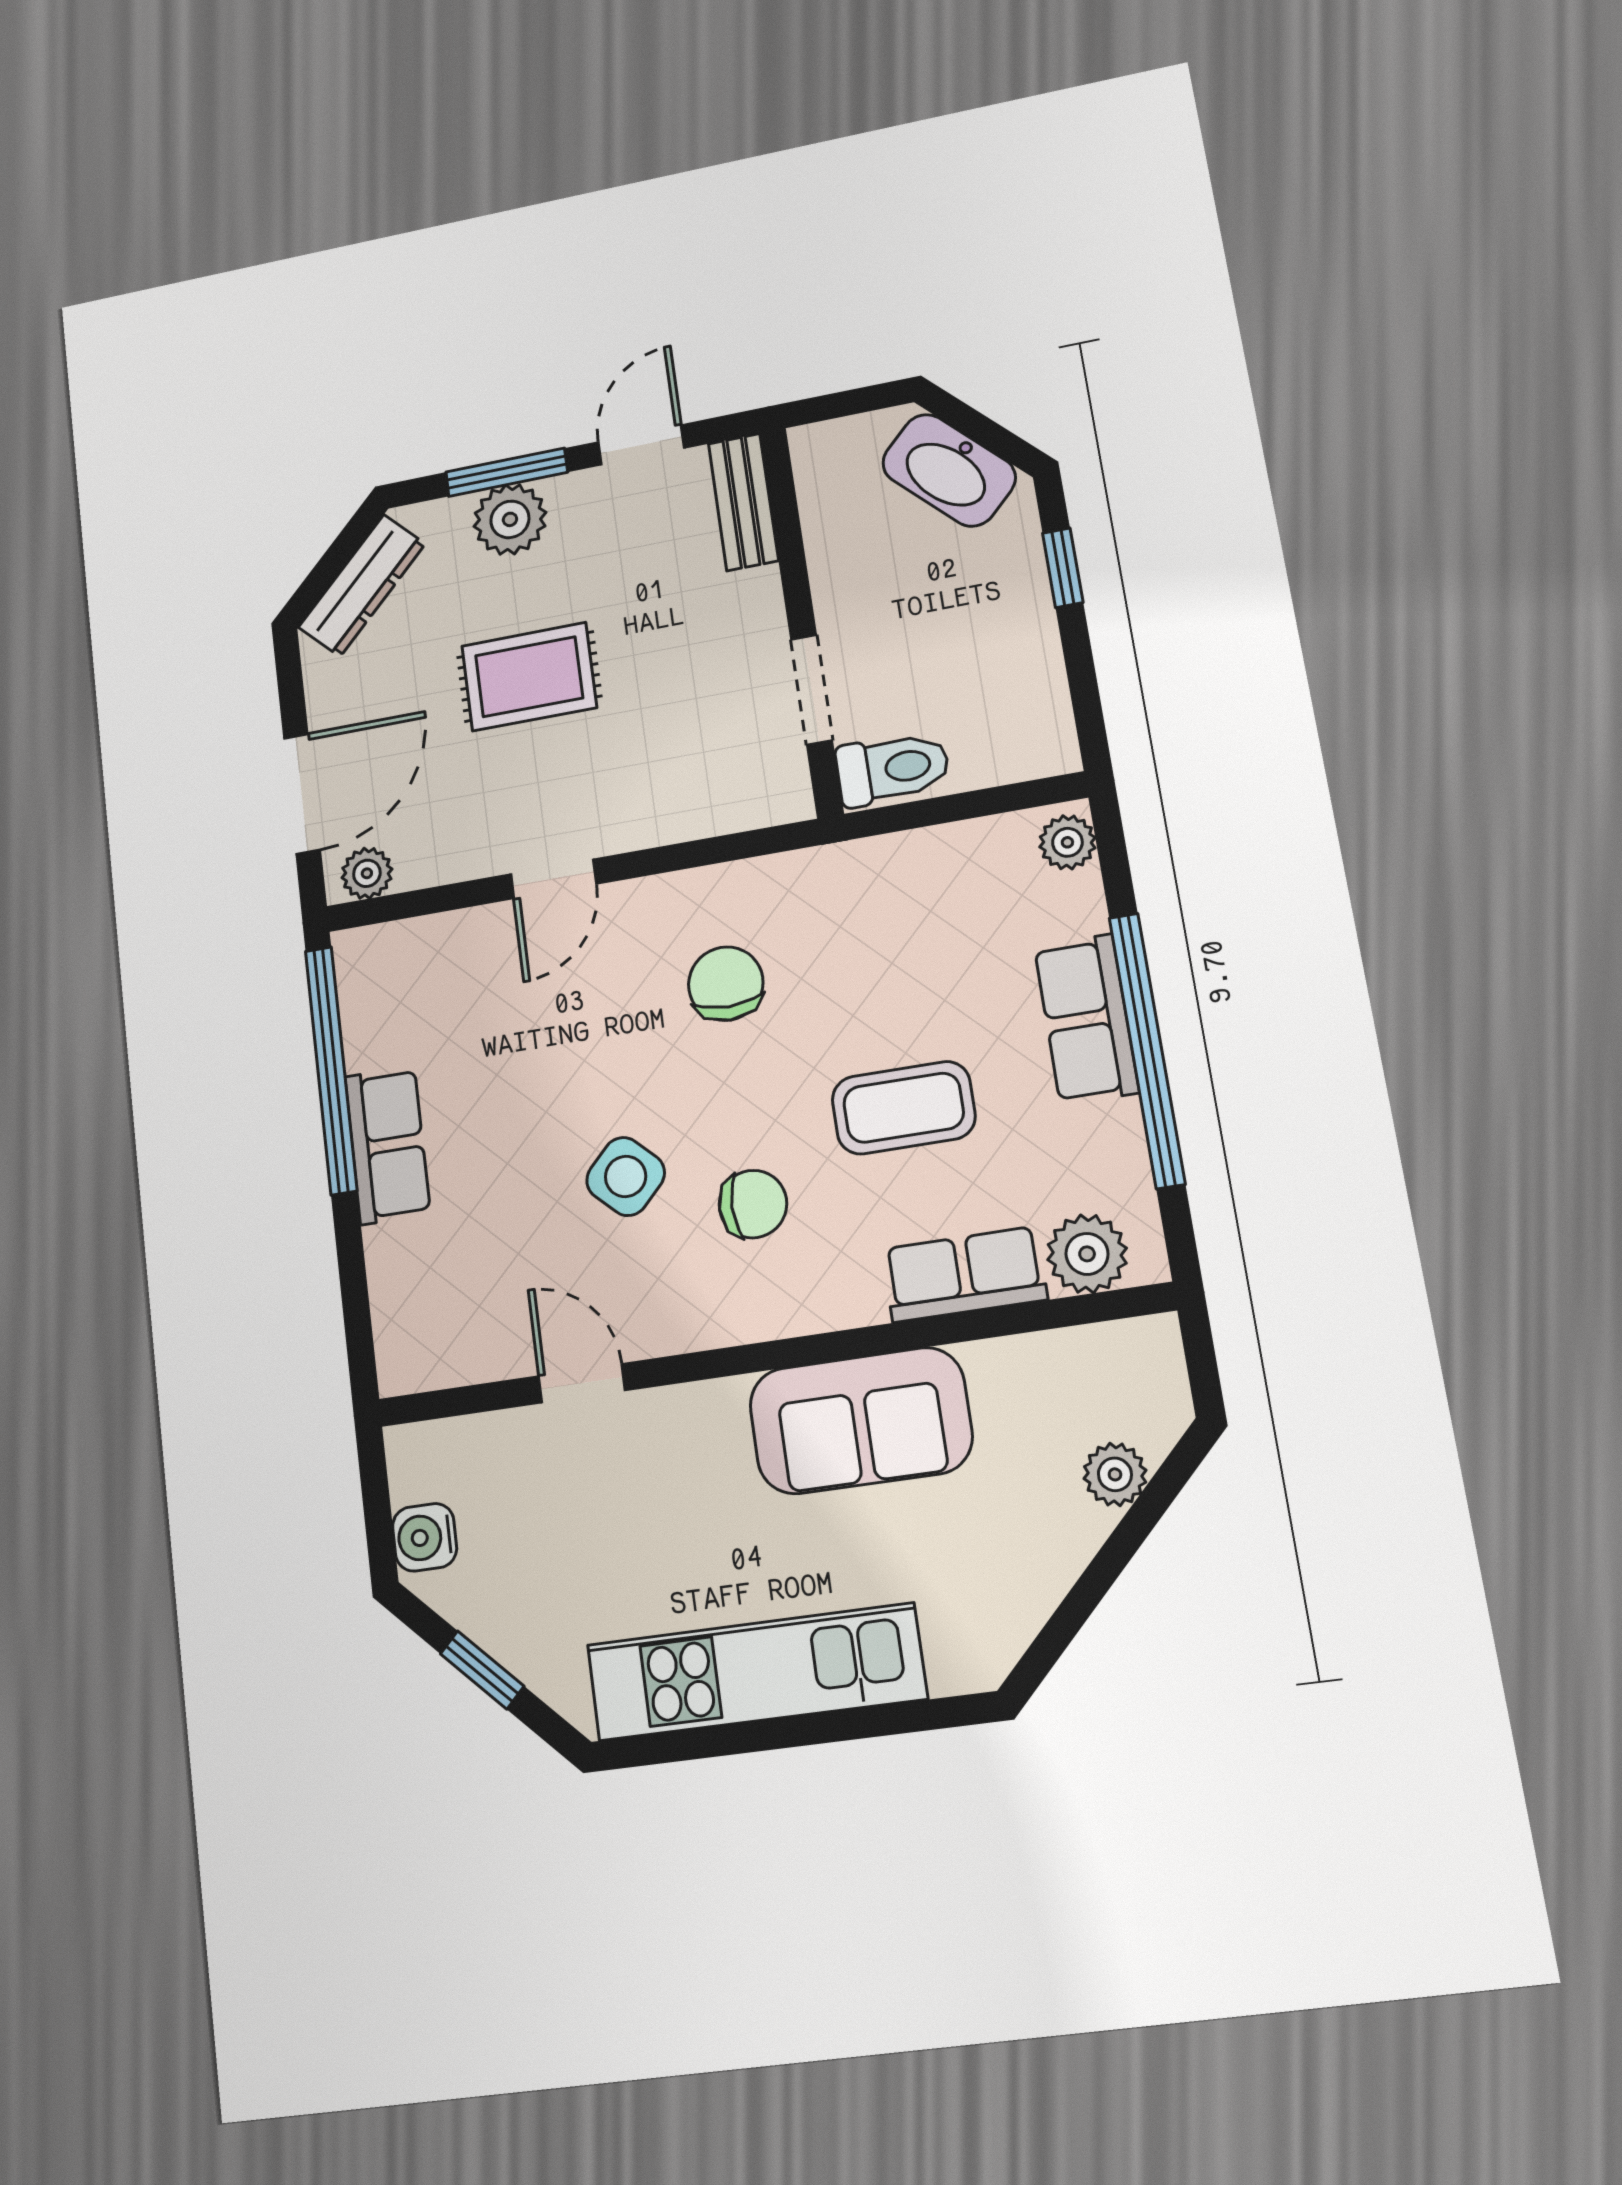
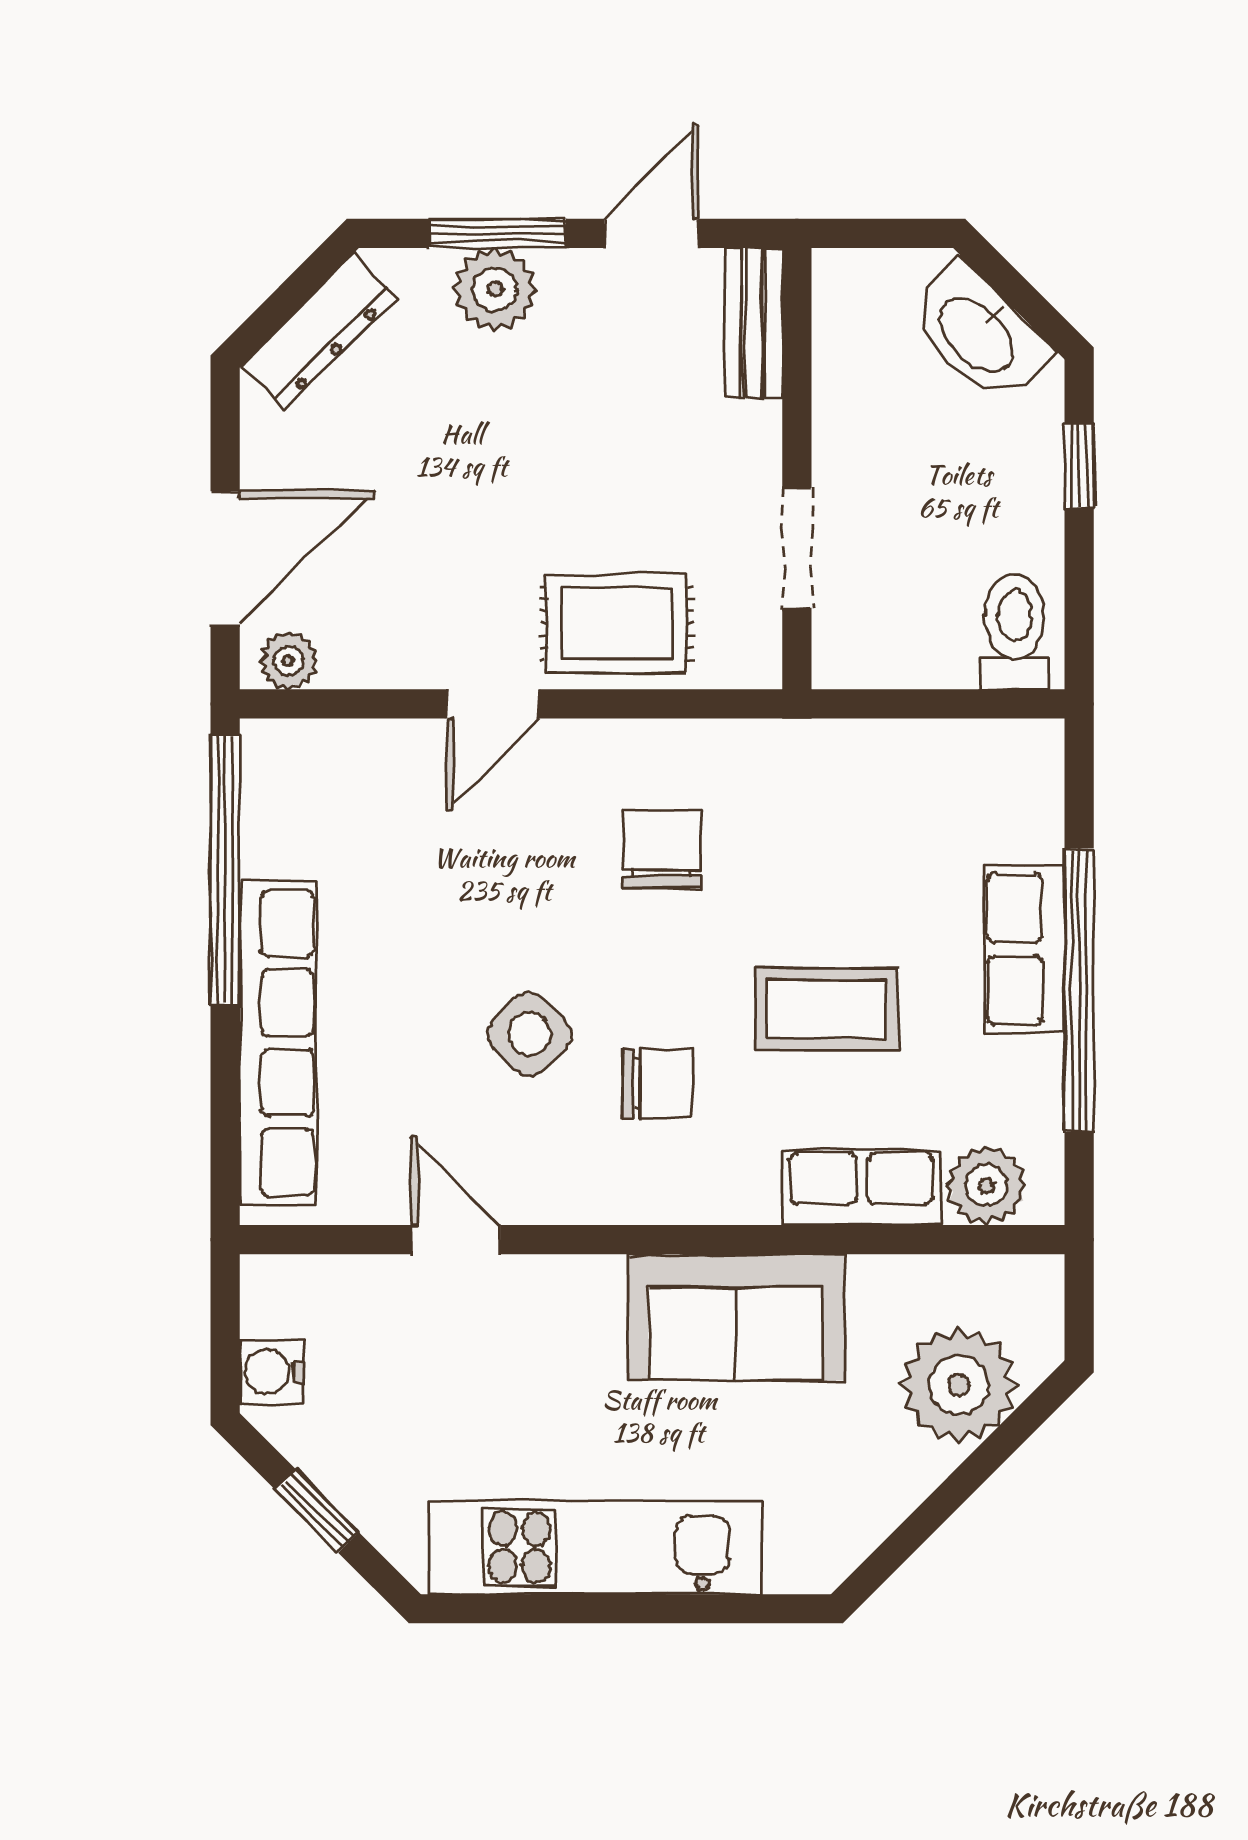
rug: (529, 677) -> (617, 623), moved
toilet: (893, 769) -> (1015, 632), moved, turned -90
plant: (1067, 842) -> (1036, 762), removed
row of seats: (387, 1145) -> (278, 1043), width x2.02
plant: (1115, 1474) -> (959, 1385), width x1.87, depth x1.87

